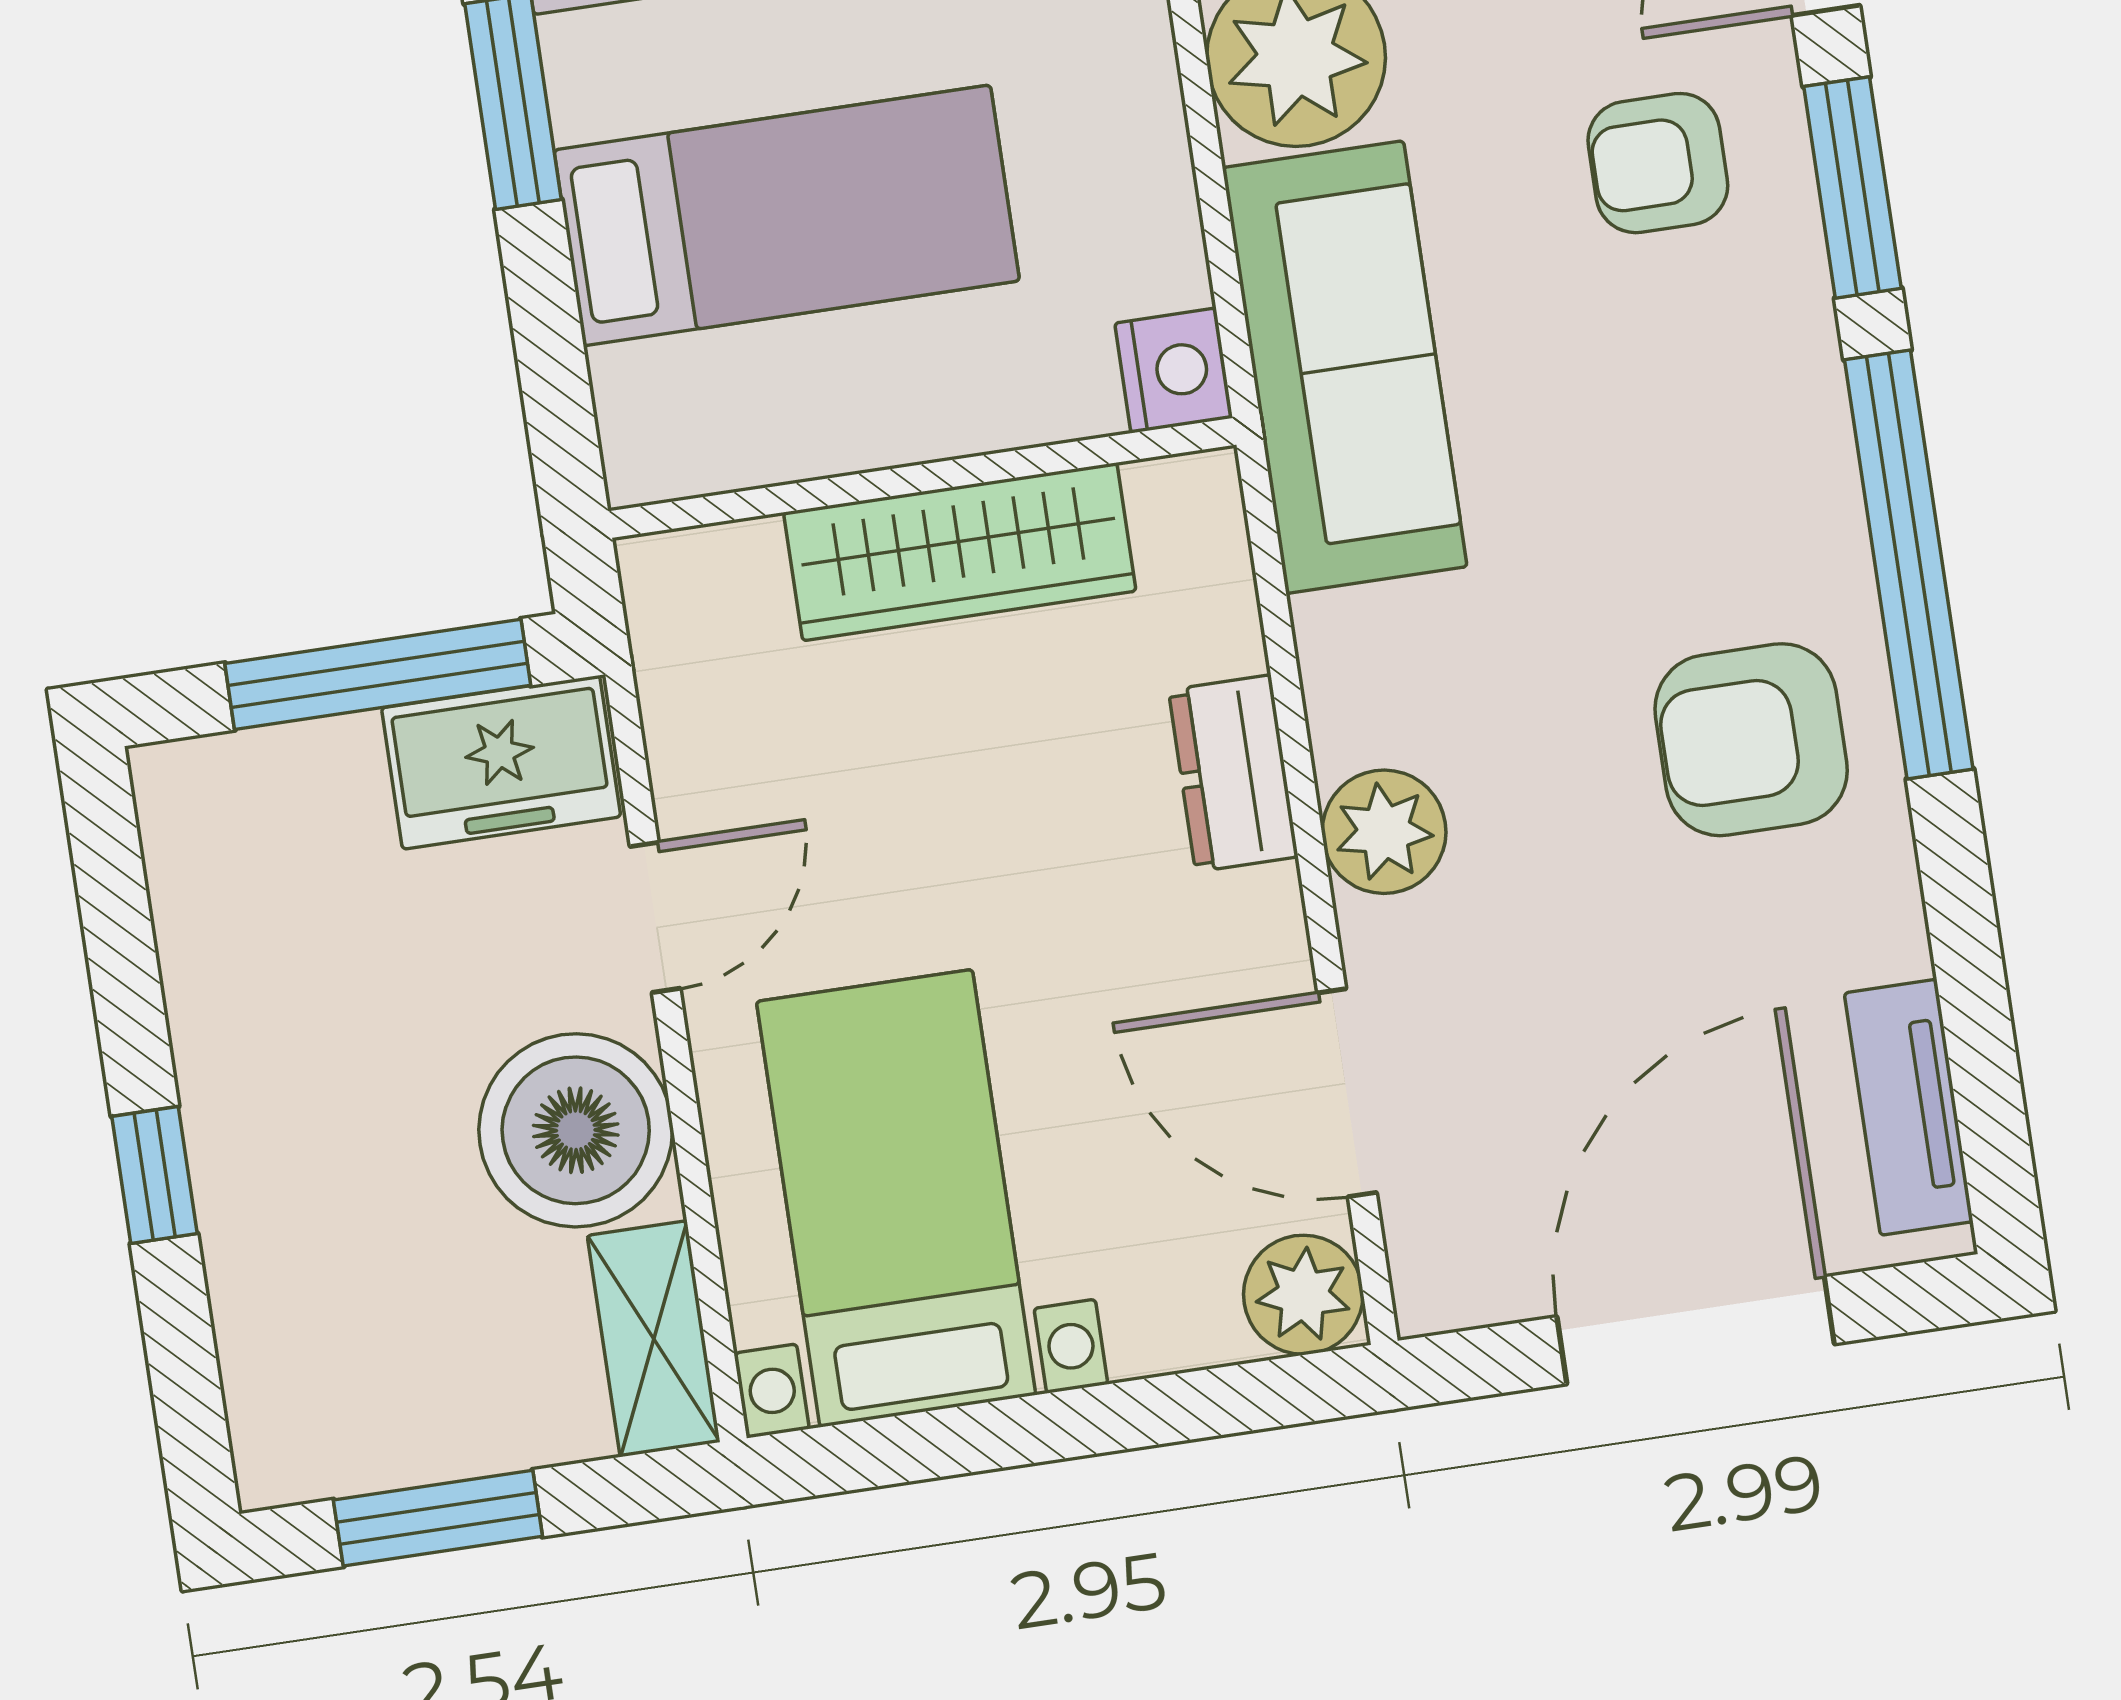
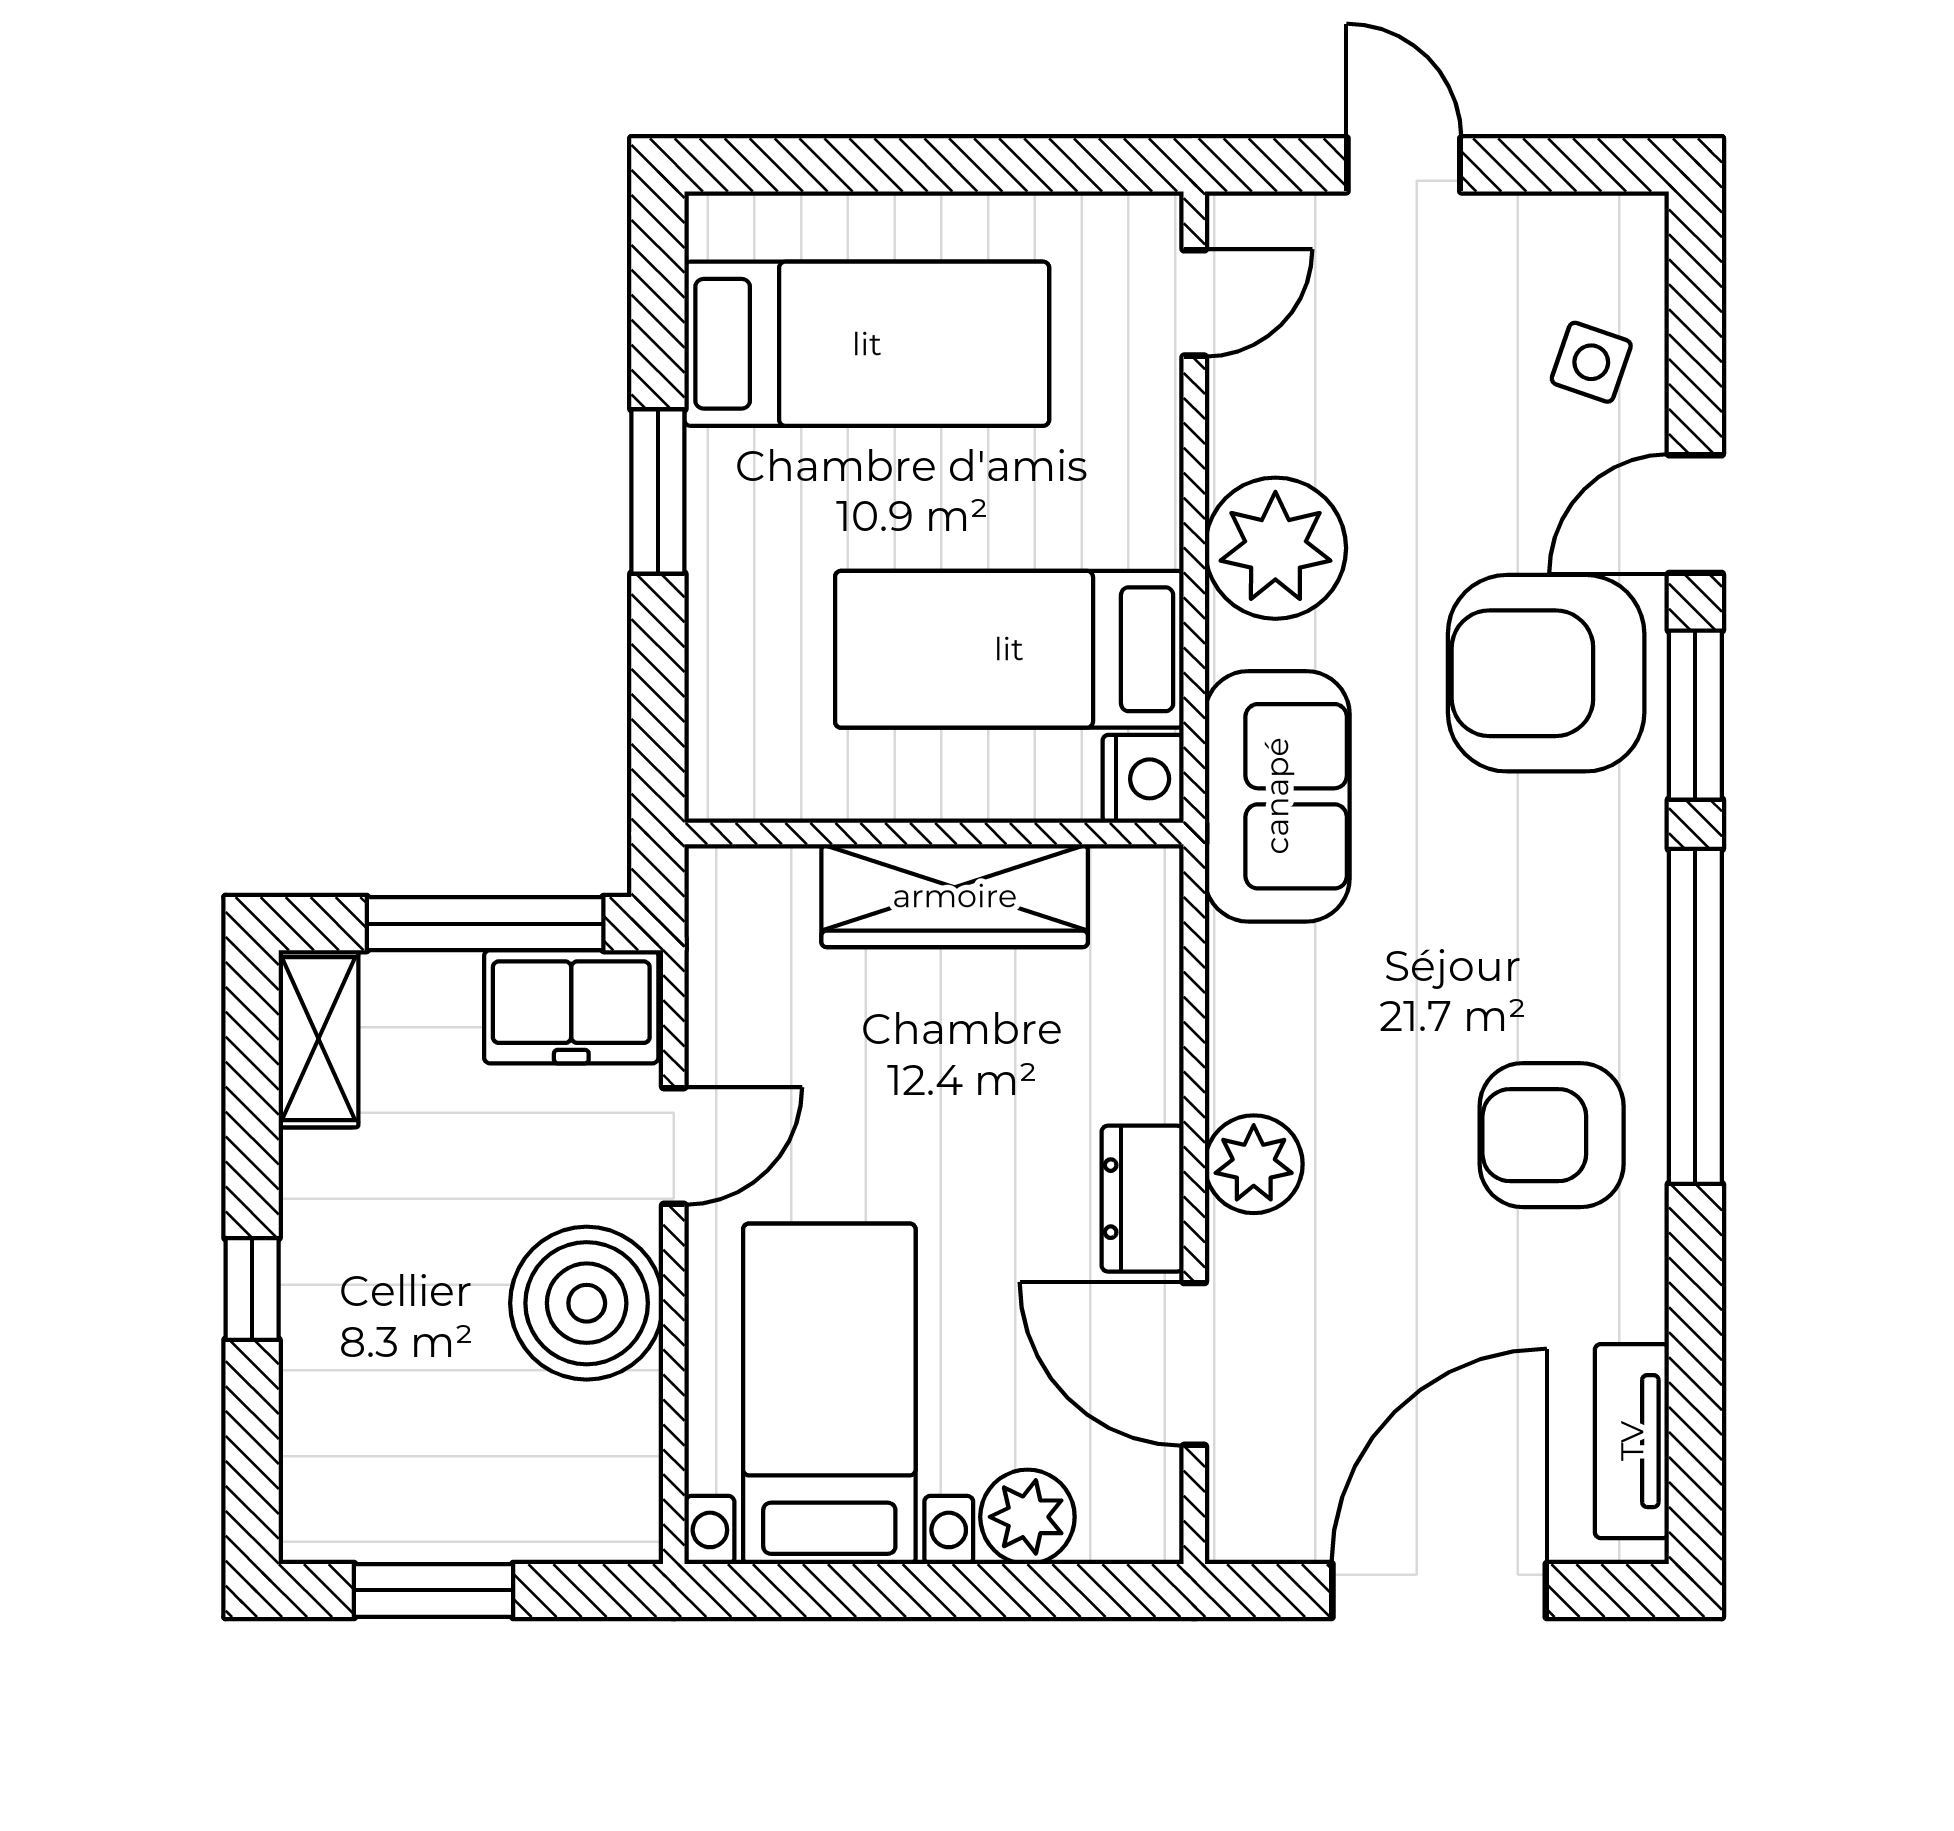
armchair: (1658, 163) -> (1546, 673), width x1.88, depth x1.88
bed: (787, 215) -> (1009, 649), moved, turned 180
sofa: (1345, 367) -> (1277, 796), width x0.73
dresser: (1233, 773) -> (1143, 1199), moved
plant: (1303, 1295) -> (1027, 1517), moved
shelving: (654, 1339) -> (318, 1039), moved

